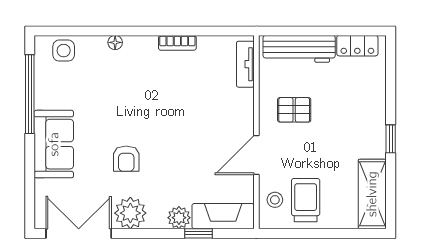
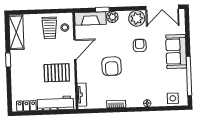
pallet: (294, 110) -> (57, 73), width x1.50, depth x1.42
armchair: (184, 119) -> (112, 66), added

